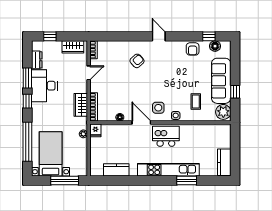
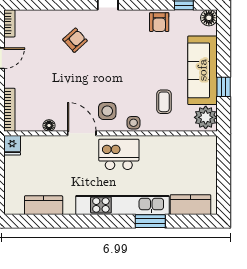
floor lamp: (215, 46) -> (209, 18), moved
kitchen counter: (224, 162) -> (190, 205), moved, turned 90

